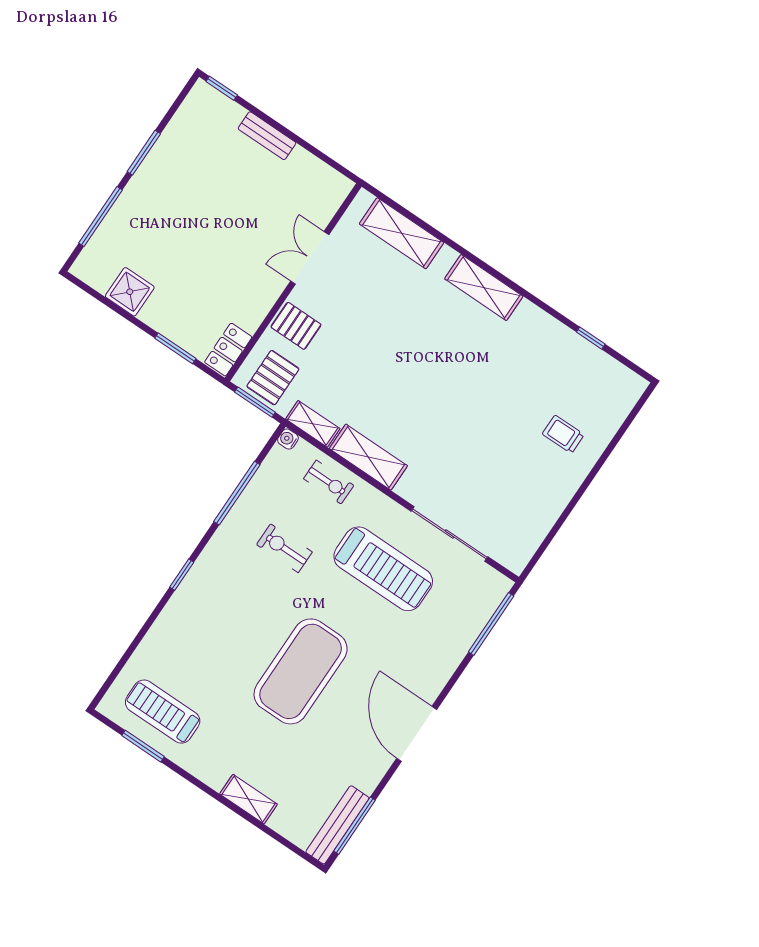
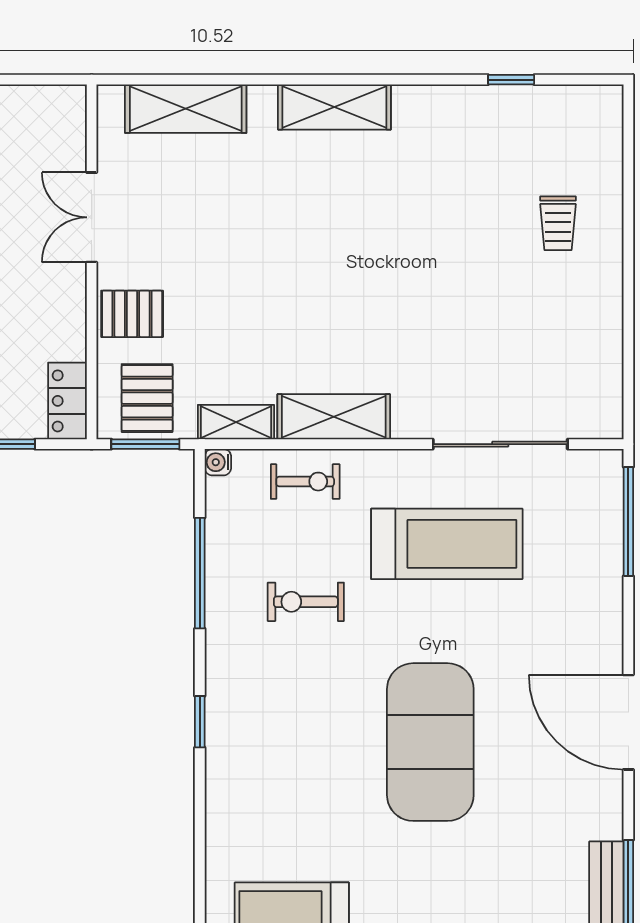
trolley: (563, 434) -> (558, 223), turned -90

